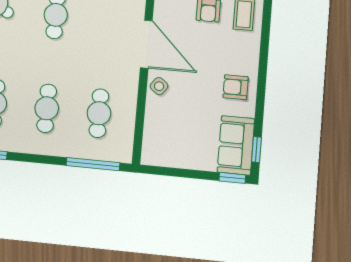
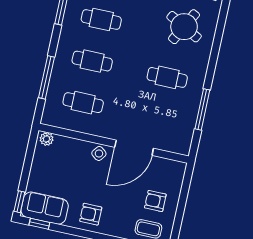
armchair: (236, 87) -> (91, 214), turned -90
plant: (149, 153) -> (47, 139), added
window: (93, 164) -> (46, 77), moved

